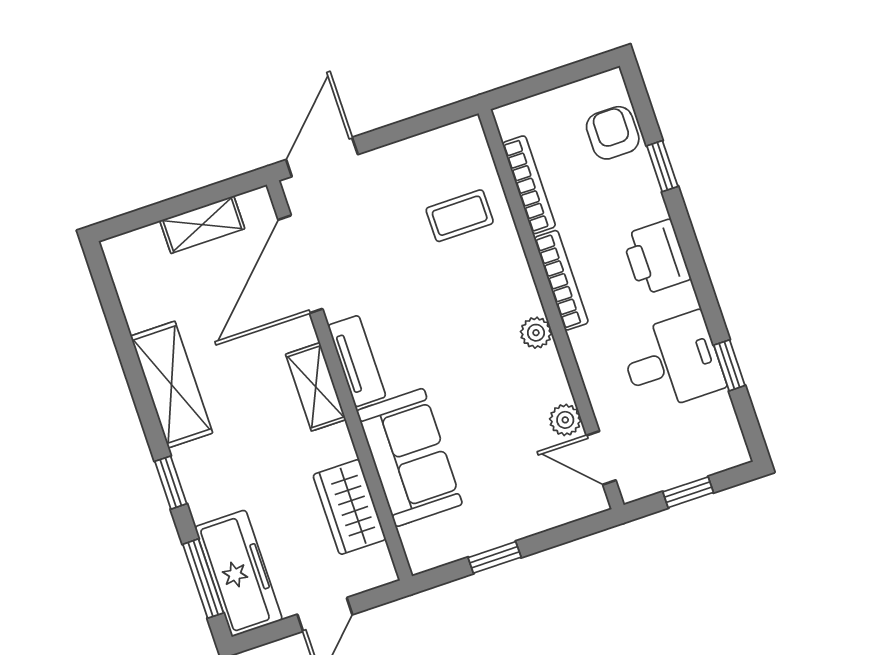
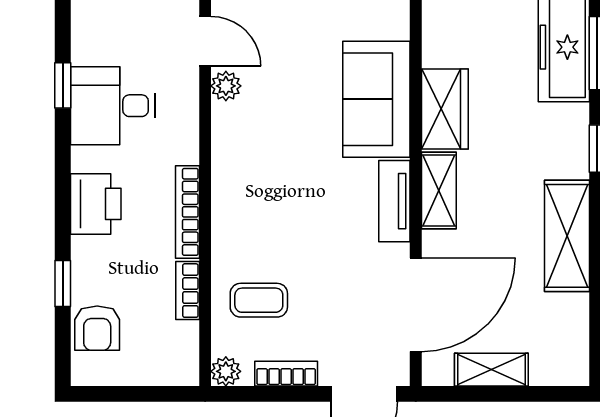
bookcase: (407, 151) -> (286, 374), added
bookcase: (529, 185) -> (188, 291), width x0.64
plant: (536, 333) -> (226, 371), moved
wardrobe: (349, 507) -> (445, 109), moved

